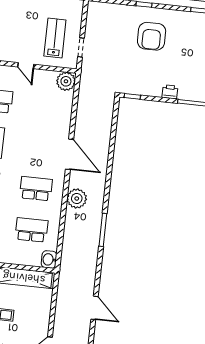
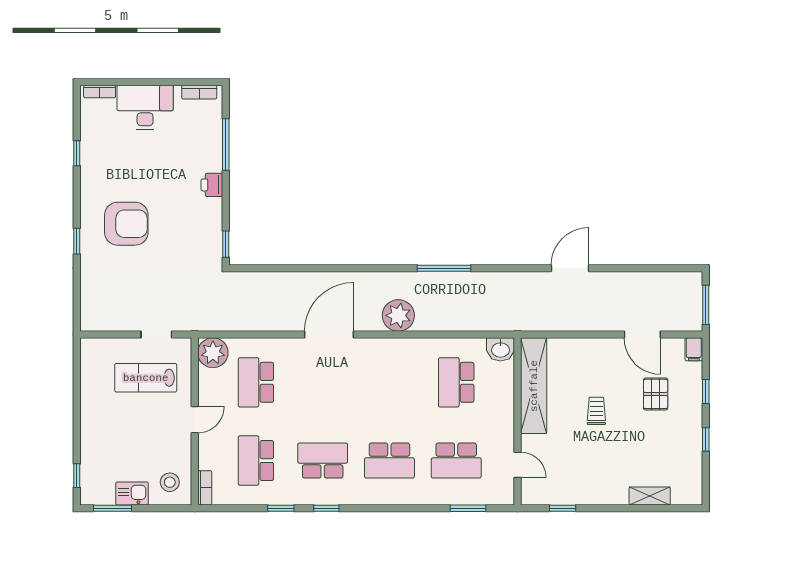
school desk: (36, 189) -> (256, 382), moved

